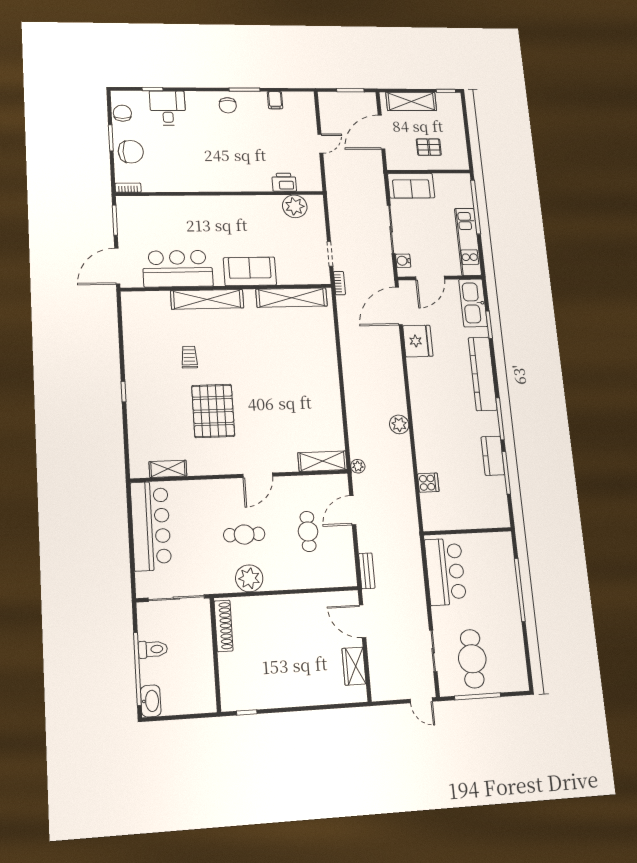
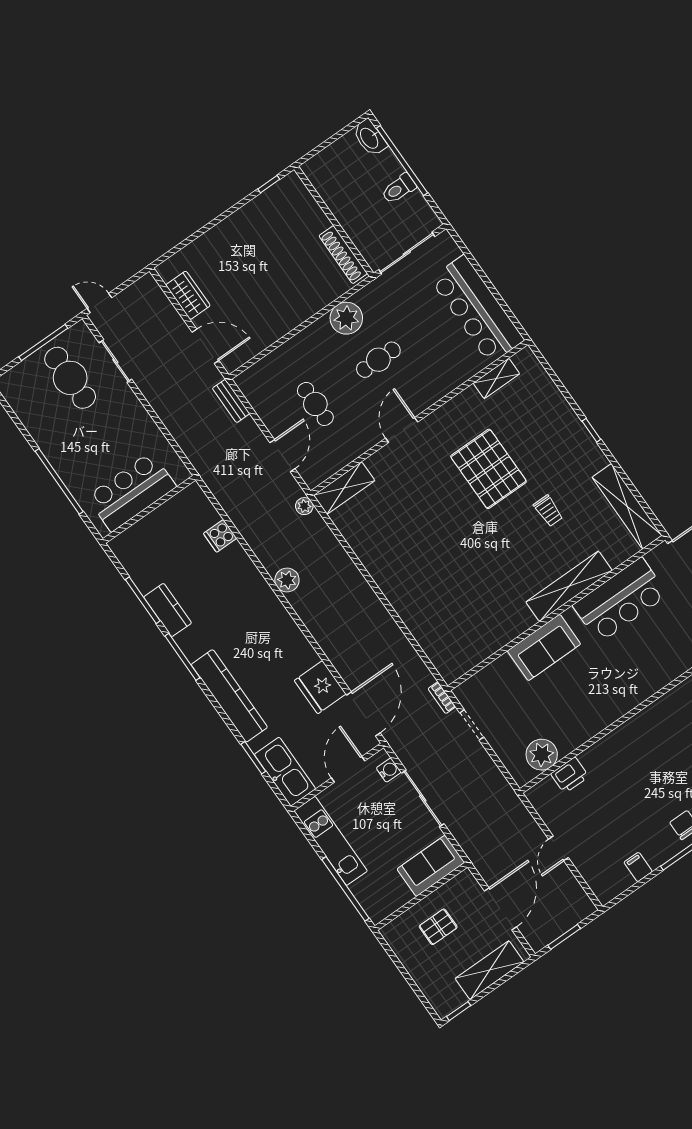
shelving: (292, 298) -> (627, 506), moved, turned 90
bar counter: (445, 572) -> (131, 492), moved, turned 90

